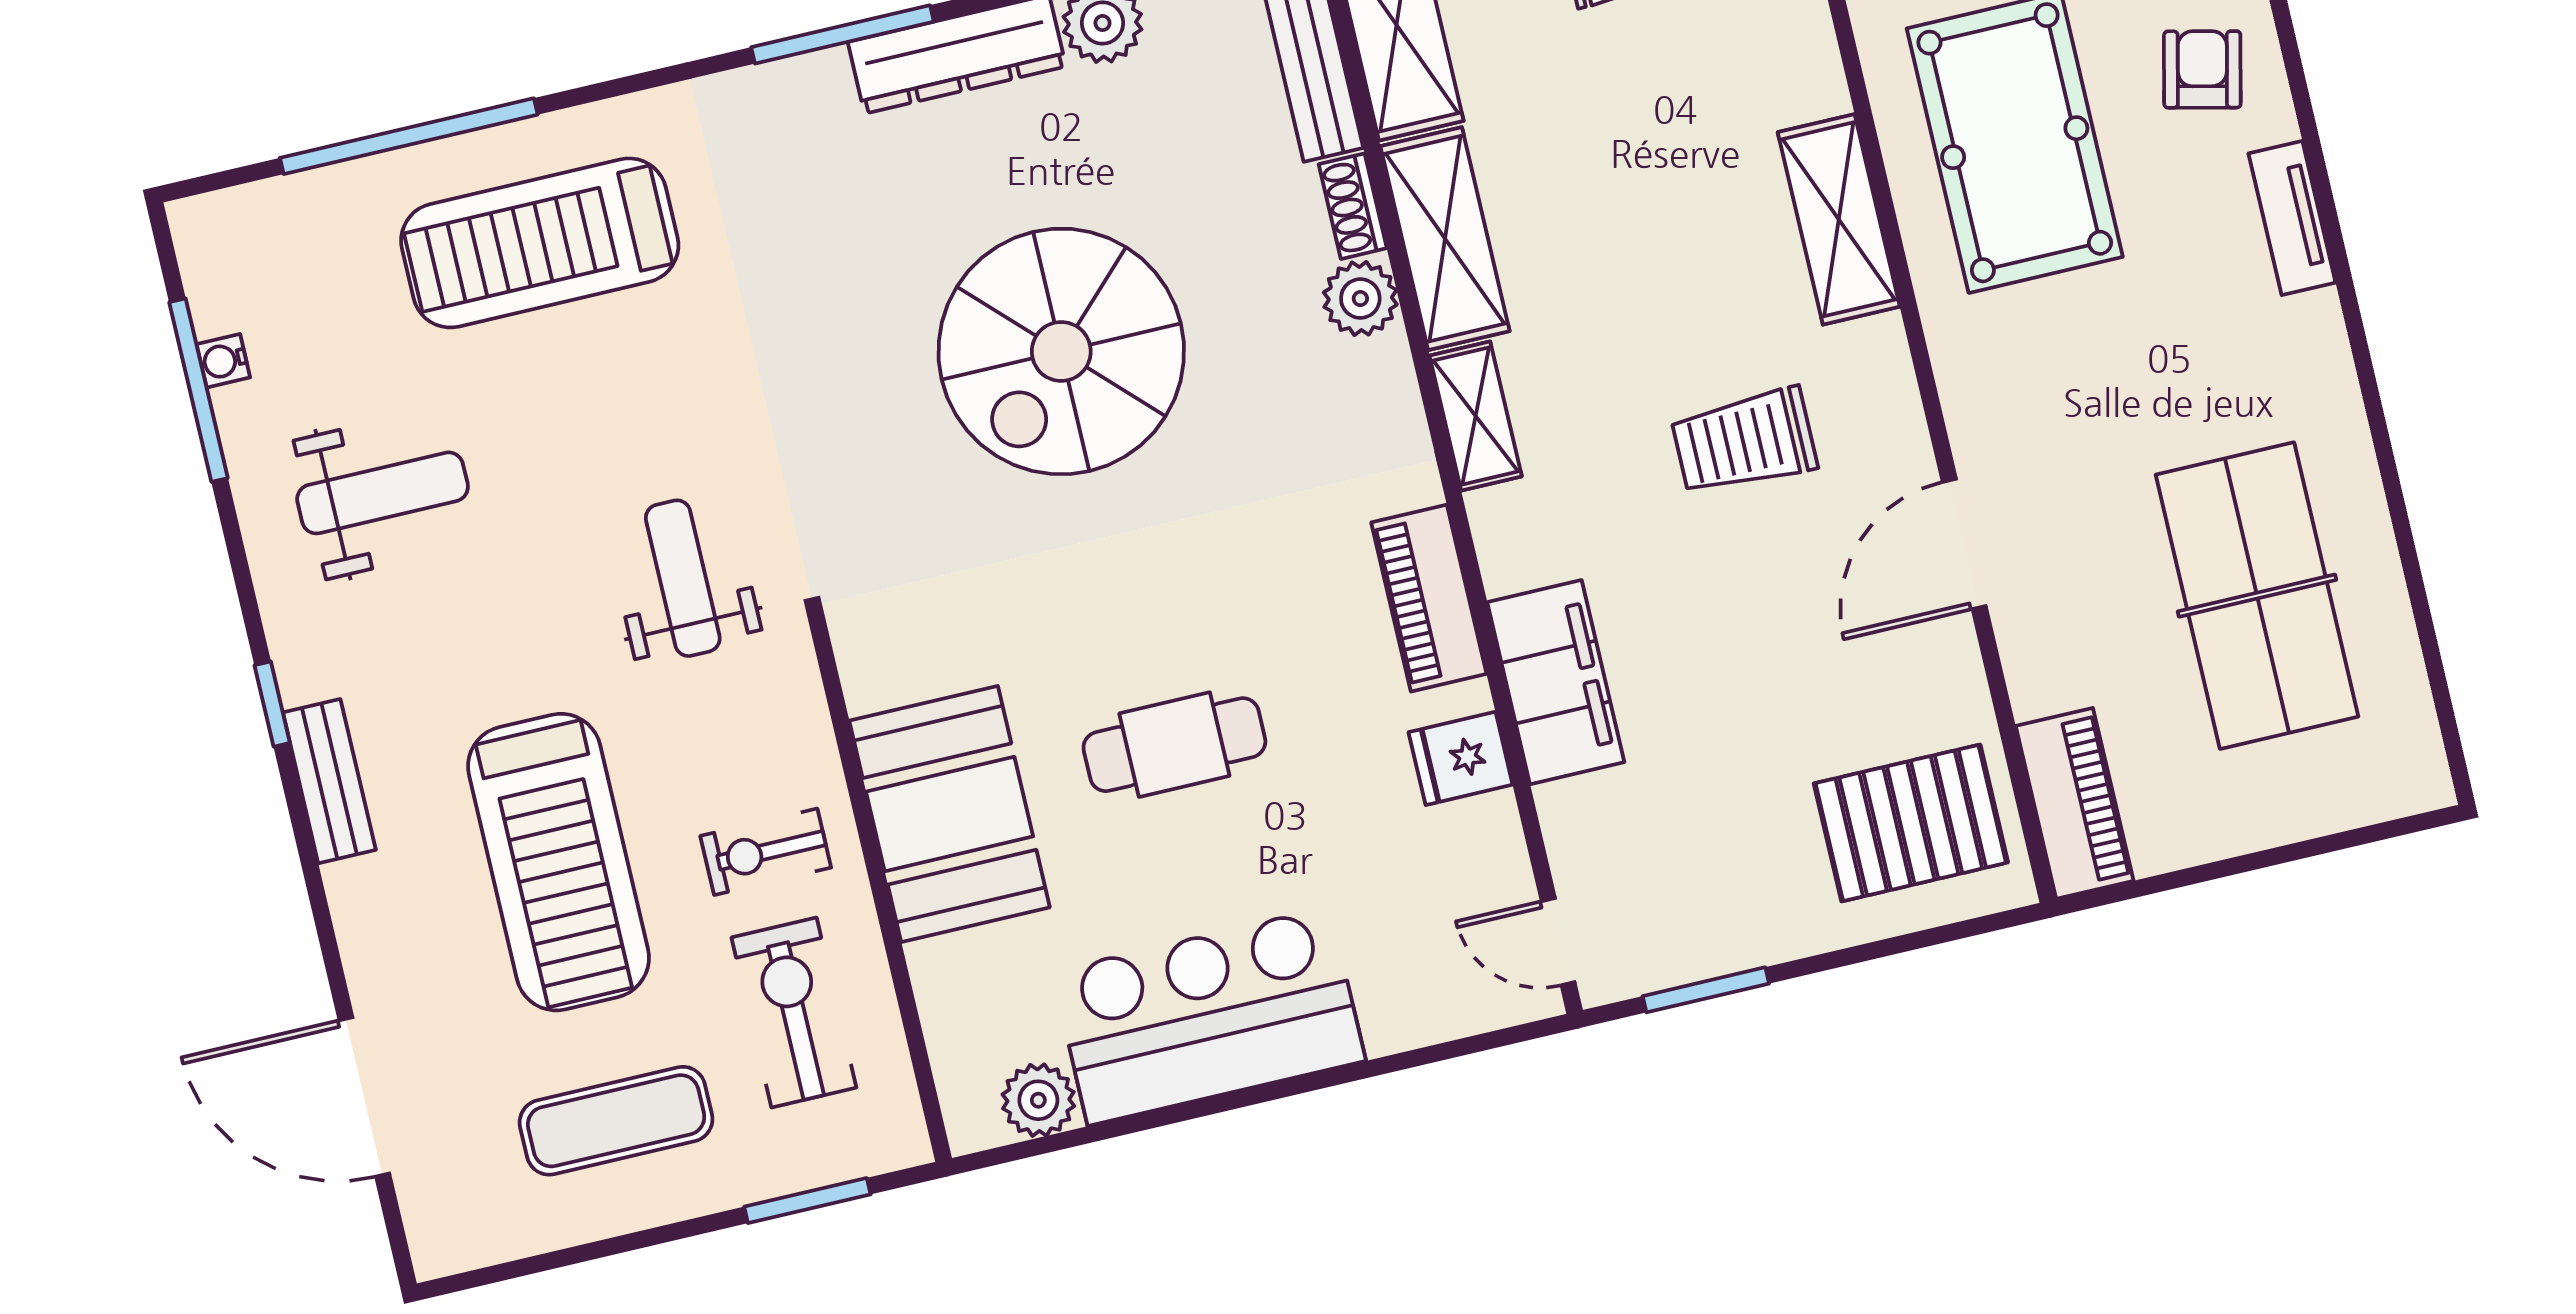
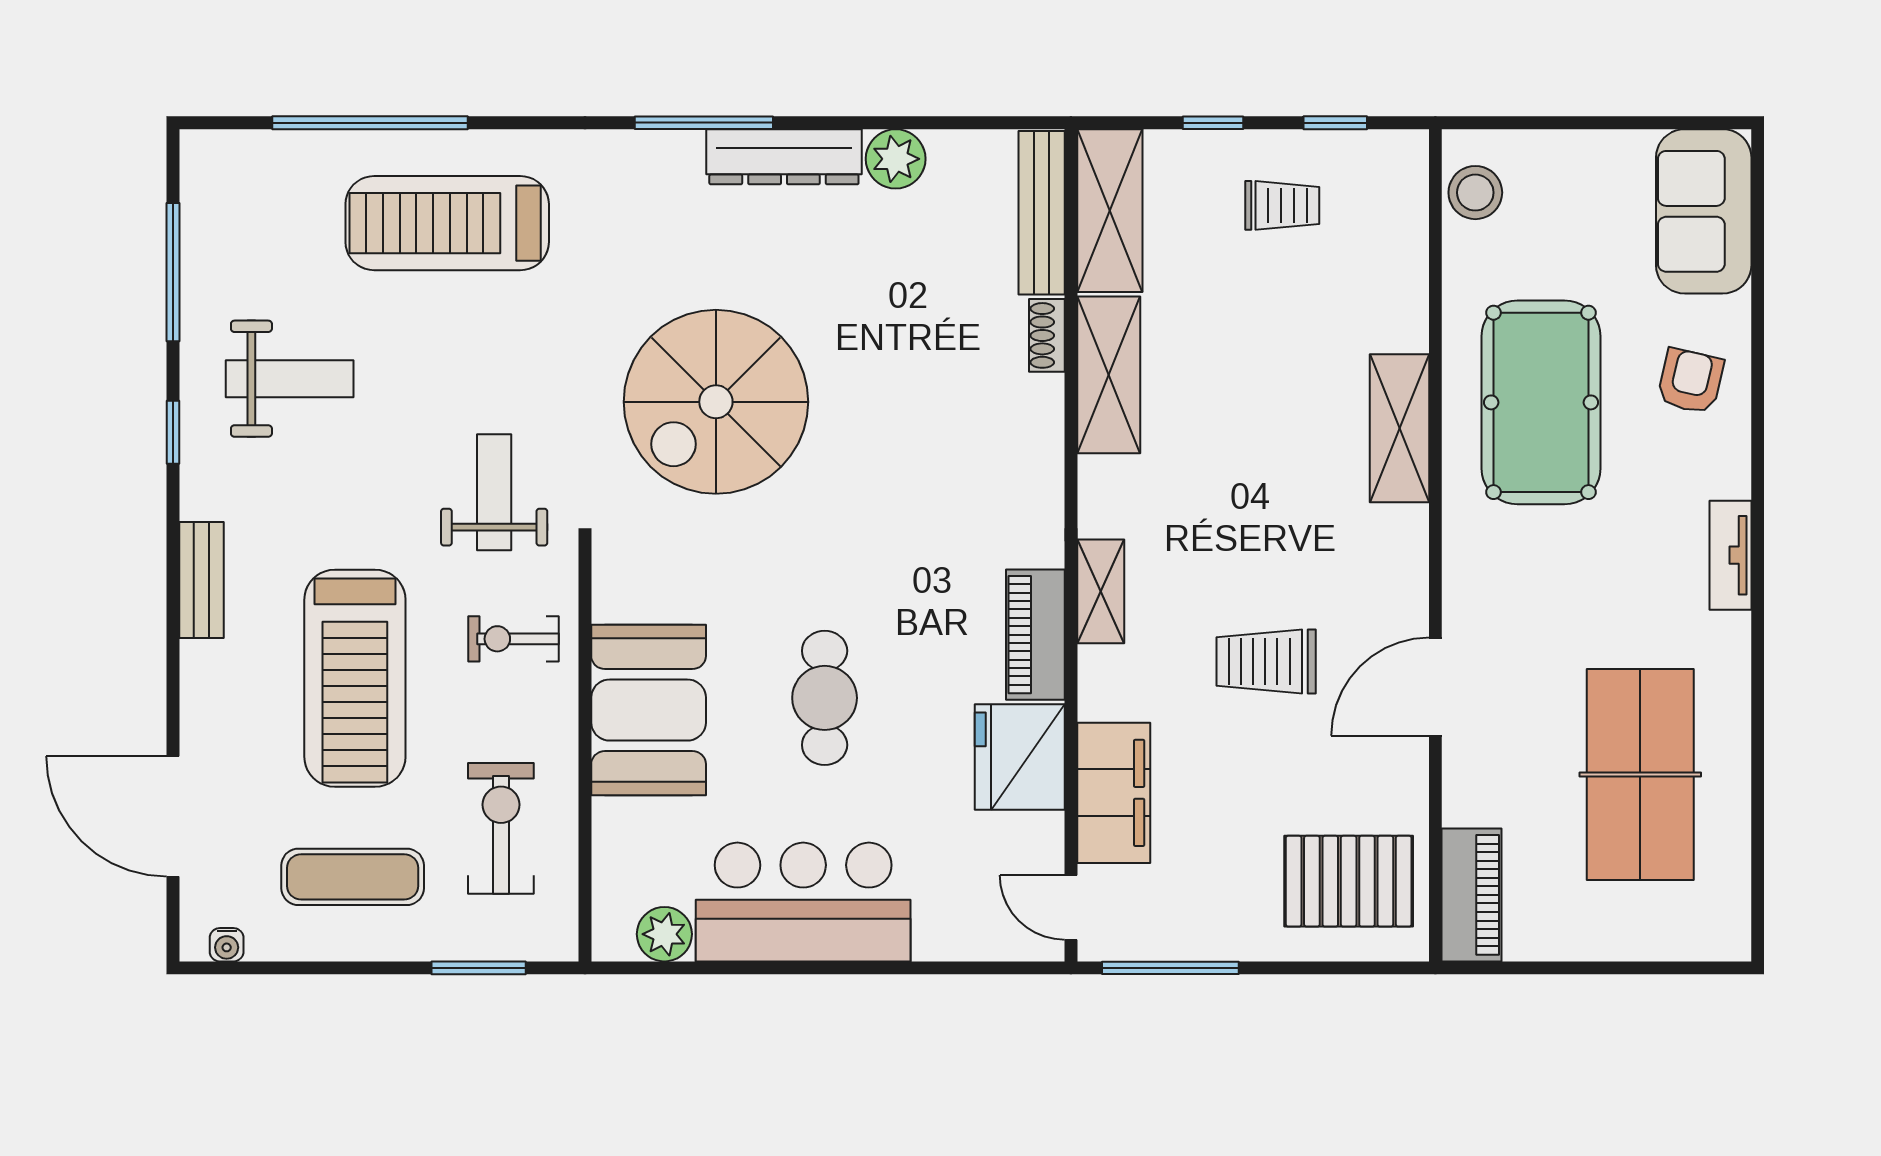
tv unit: (2292, 218) -> (1730, 555), moved
plant: (1360, 298) -> (1037, 404), removed
spiral stairs: (1061, 351) -> (716, 402), moved
water cooler: (223, 361) -> (227, 945), moved, turned -90
shelving: (1476, 416) -> (1101, 591), moved
trolley: (1744, 442) -> (1266, 662), moved
filing cabinet: (1556, 682) -> (1114, 793), moved
window: (272, 704) -> (173, 432), moved
cafe table: (1174, 745) -> (825, 698), turned 90
fridge: (1461, 758) -> (1020, 757), width x1.88, depth x1.34
exercise bike: (766, 852) -> (514, 639), moved
window: (1706, 990) -> (1170, 968), width x1.44

